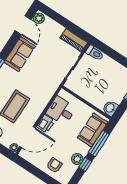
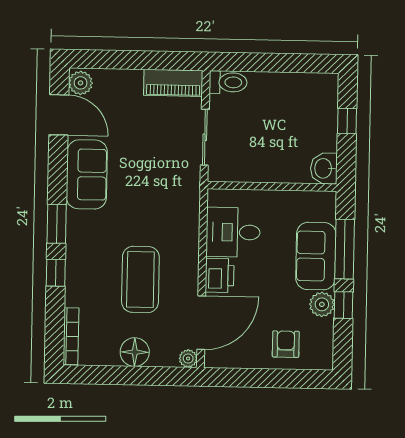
sofa: (93, 130) -> (316, 256), moved

